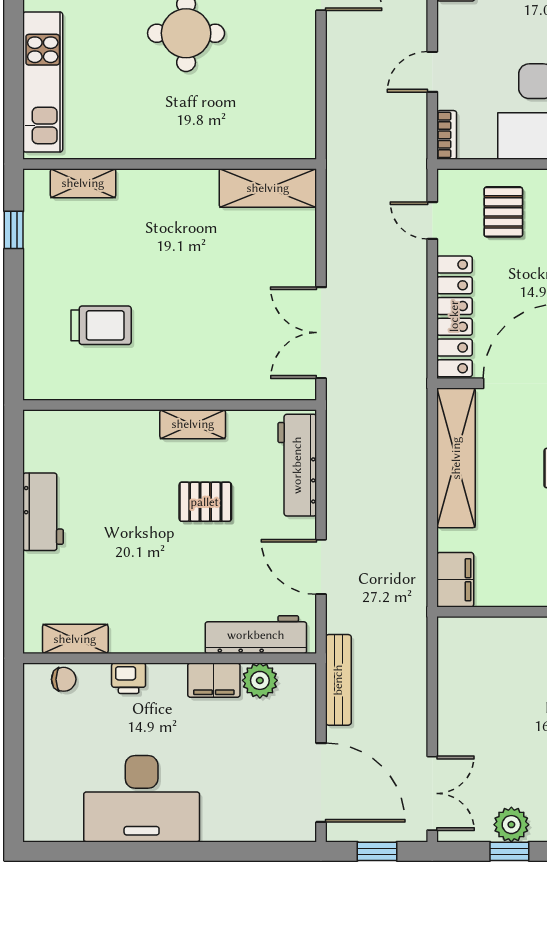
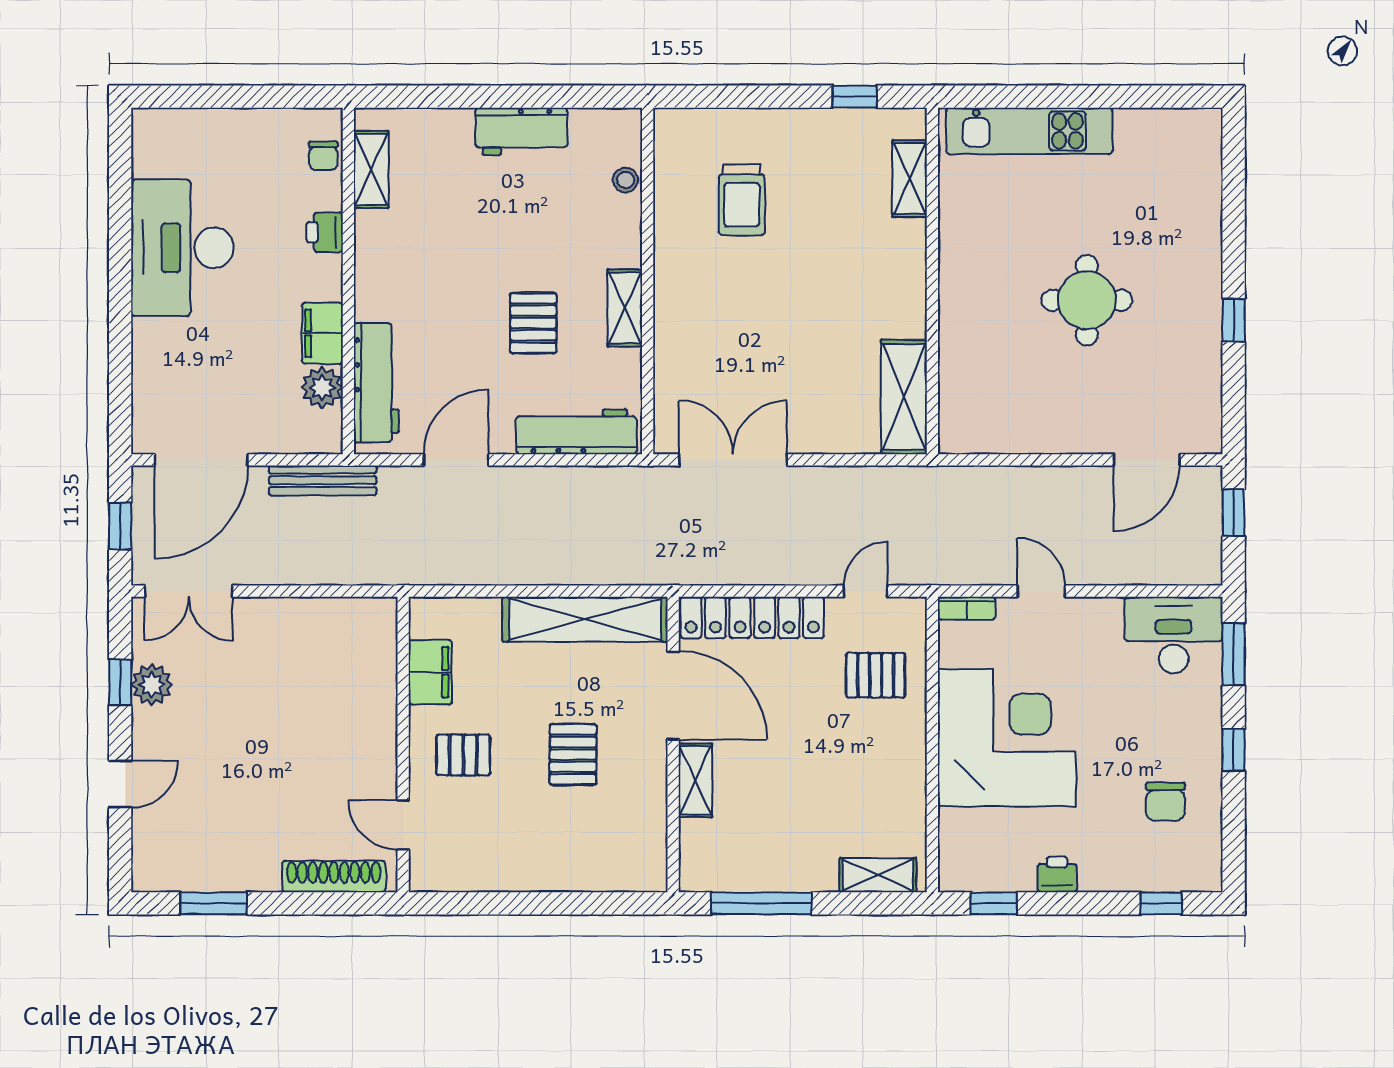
stool: (84, 424) -> (625, 180), added
filing cabinet: (455, 580) -> (430, 672), moved, turned -90

